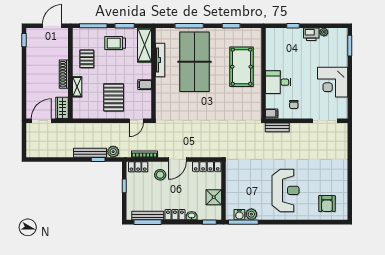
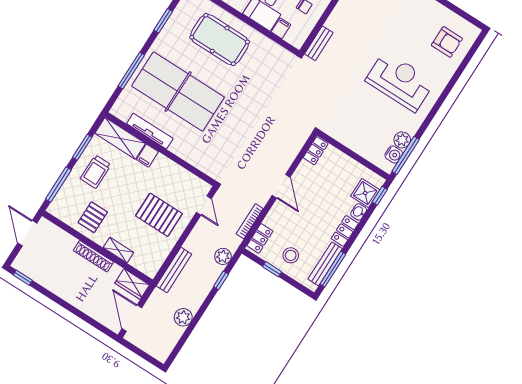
pallet: (87, 59) -> (93, 217), turned 90
filing cabinet: (145, 85) -> (147, 156), moved
filing cabinet: (272, 113) -> (281, 28), moved
plant: (62, 151) -> (183, 317), added
bench: (90, 153) -> (174, 270), moved
locker: (207, 167) -> (316, 151), width x0.66
stool: (160, 175) -> (291, 255), moved
shower: (214, 197) -> (365, 193), moved

